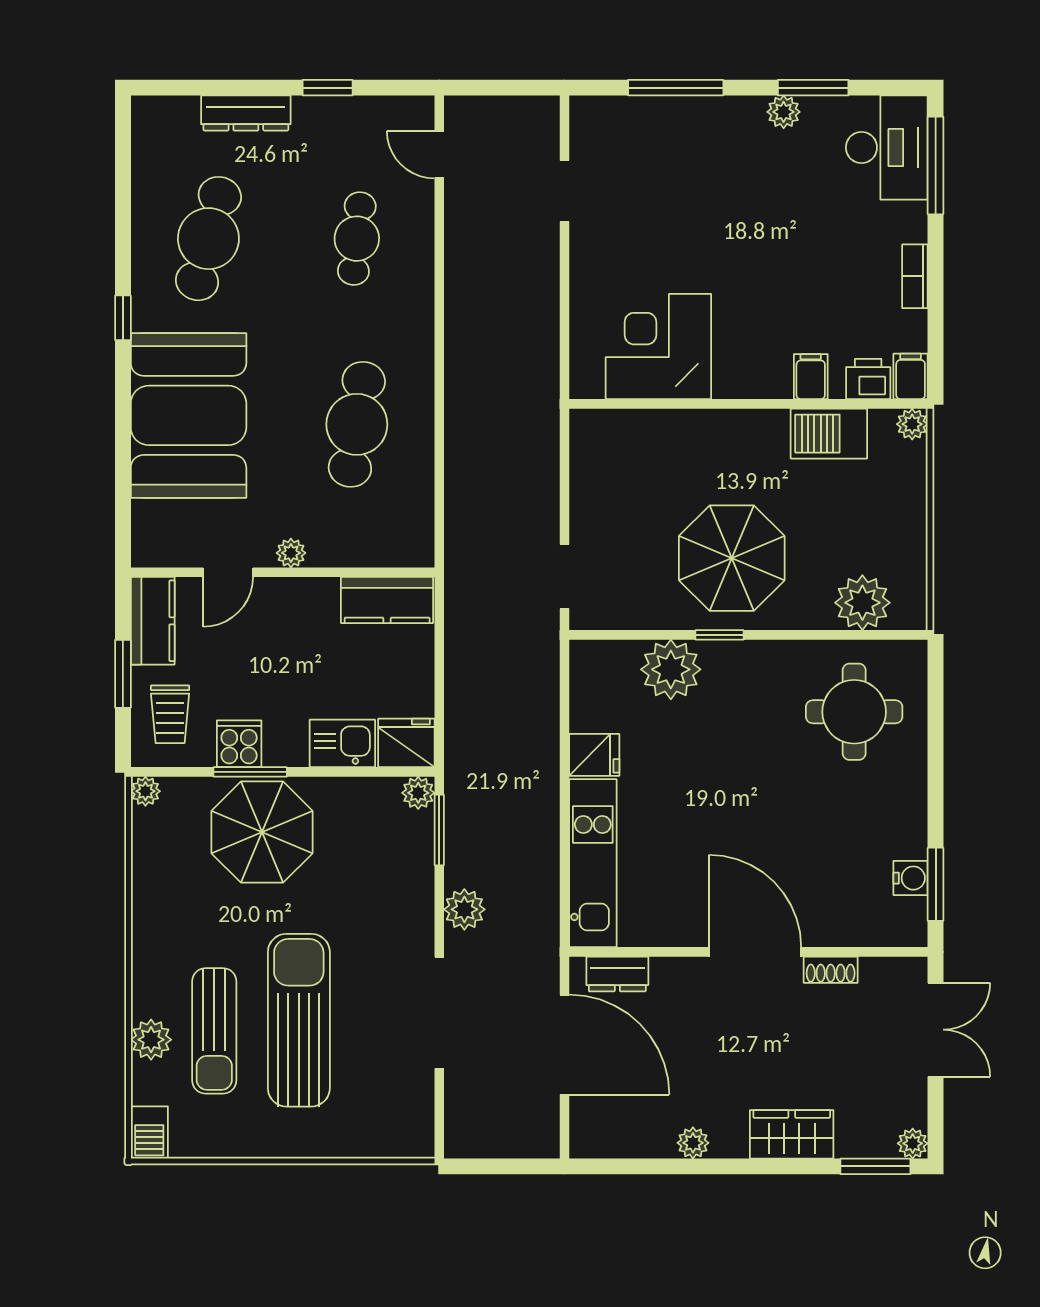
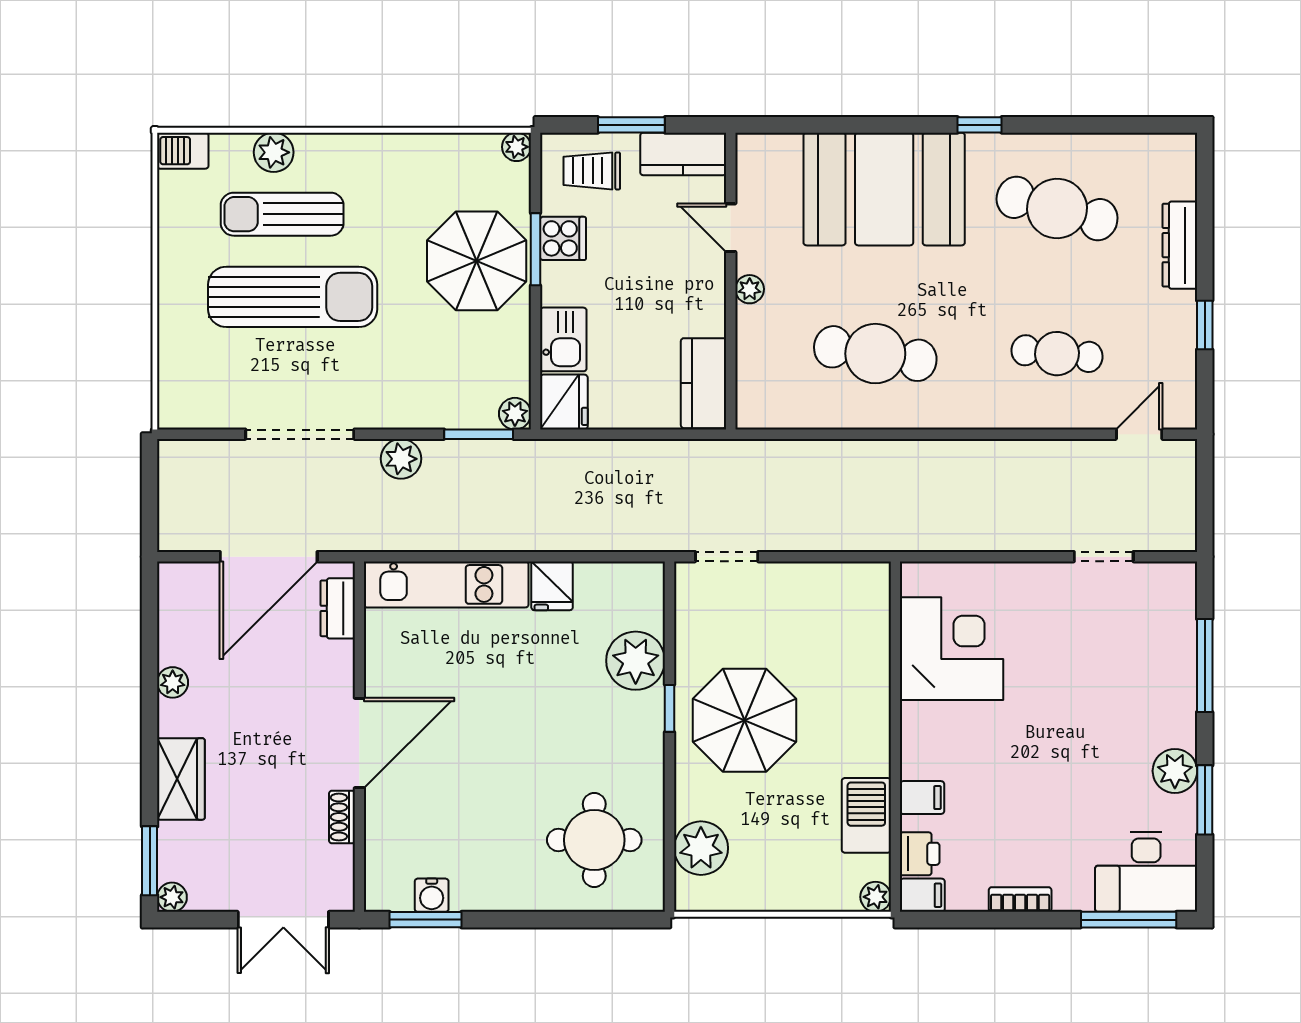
plant: (784, 112) -> (1175, 771), width x1.38, depth x1.38

